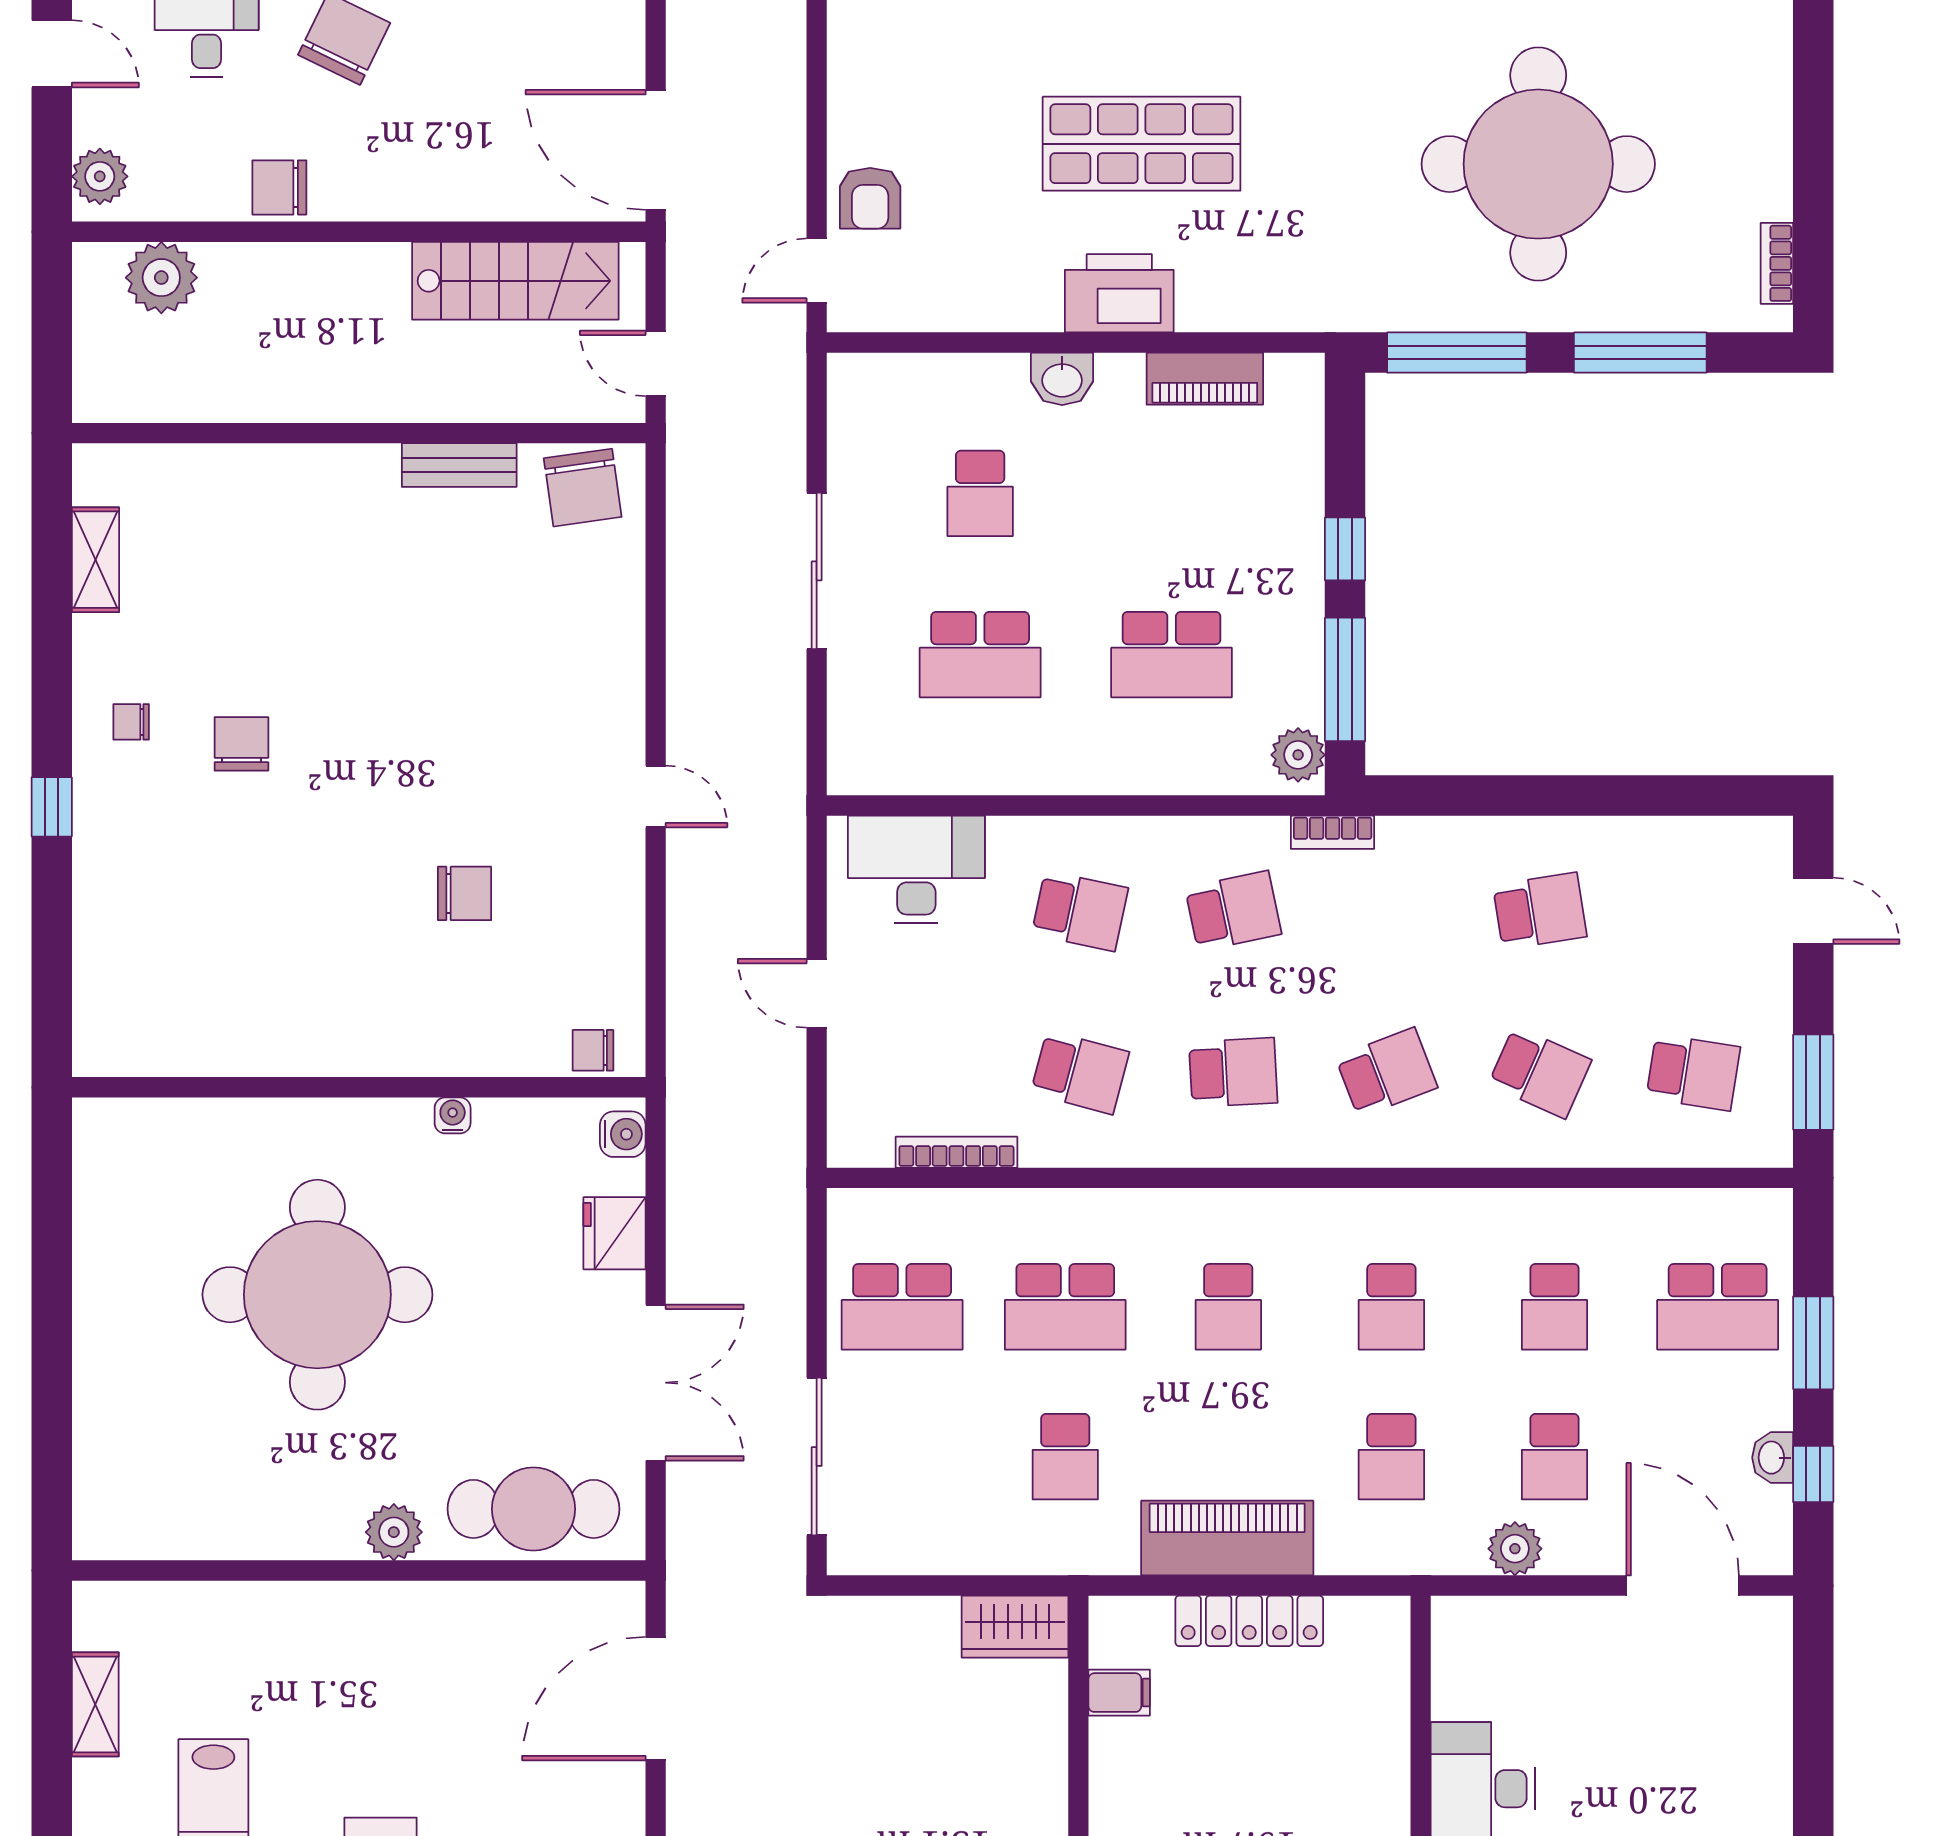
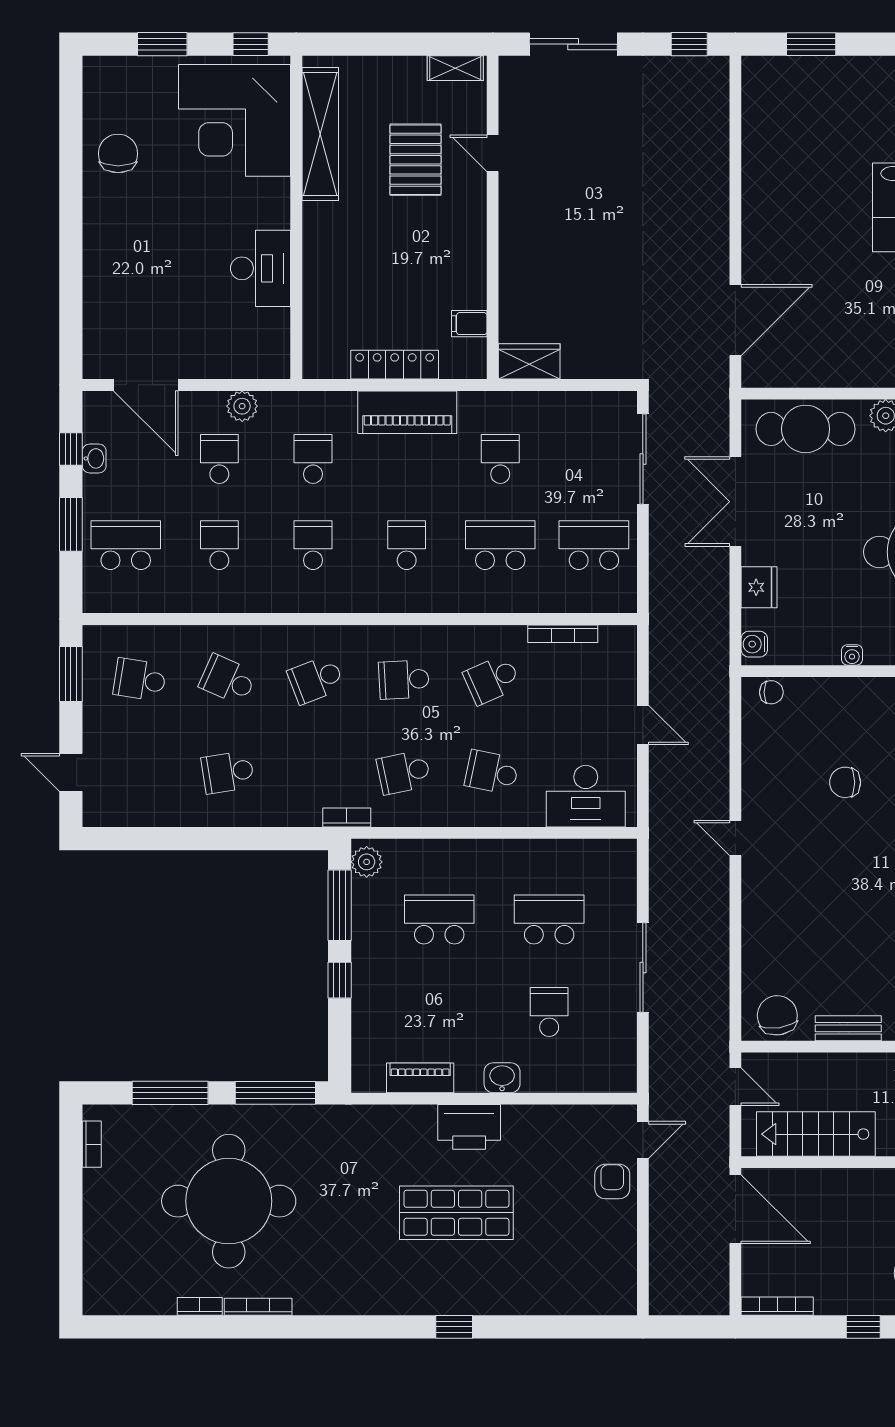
school desk: (1080, 1072) -> (492, 680), turned -39

